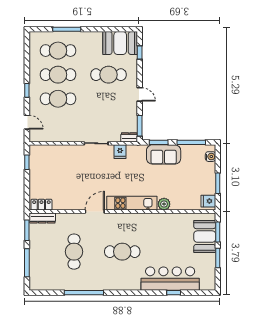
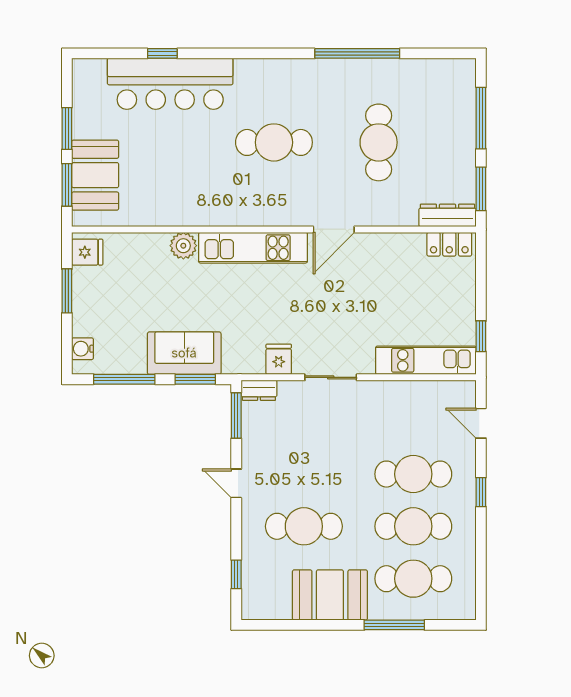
booth: (120, 43) -> (330, 595), moved
kitchen unit: (52, 151) -> (426, 360), added

